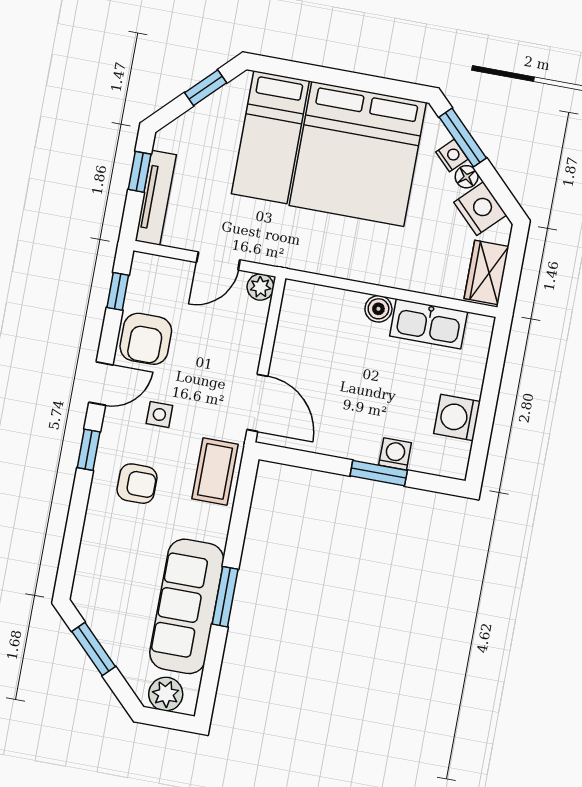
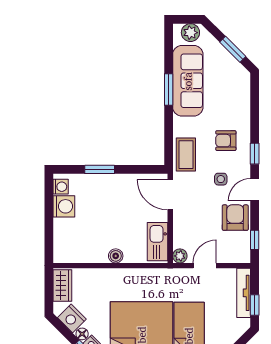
kitchen sink: (429, 324) -> (158, 242), moved, turned -90
washing machine: (395, 454) -> (61, 187), moved, turned -90

